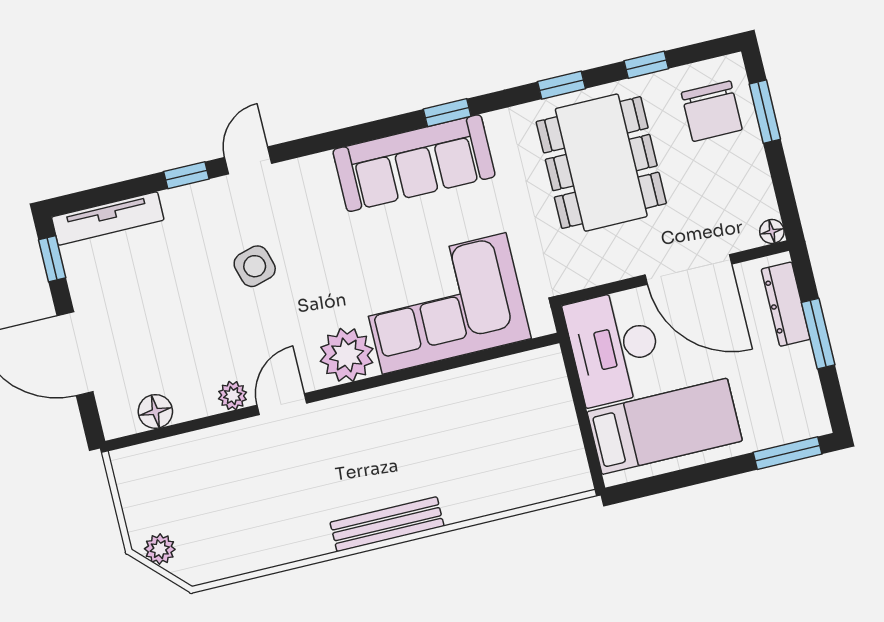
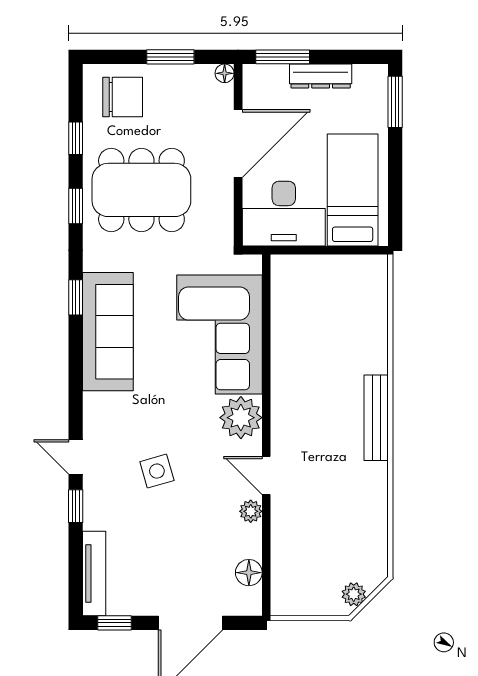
window: (765, 112) -> (170, 57), moved
dresser: (786, 304) -> (321, 76), moved
window: (818, 334) -> (283, 57), moved

